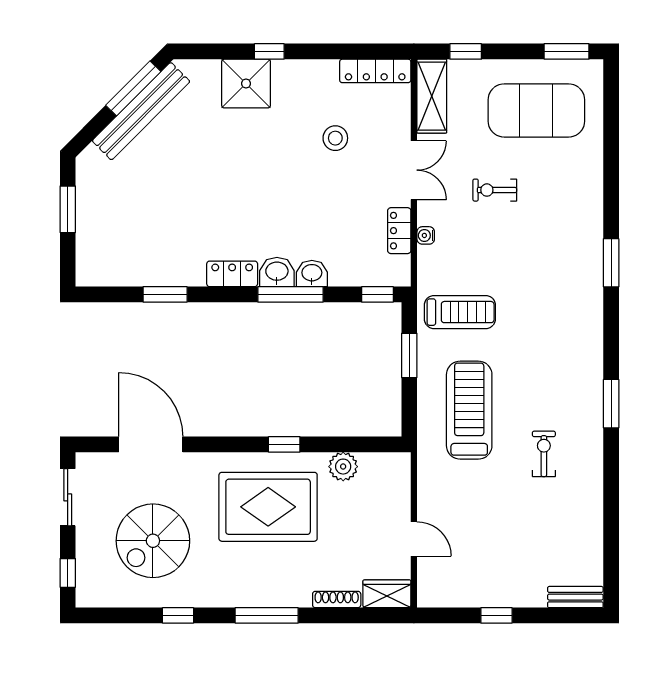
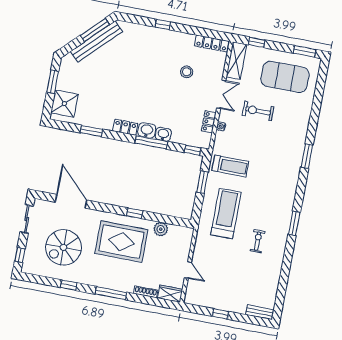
shower: (246, 84) -> (64, 104), moved
exercise bike: (495, 190) -> (258, 111), width x1.38, depth x1.39

